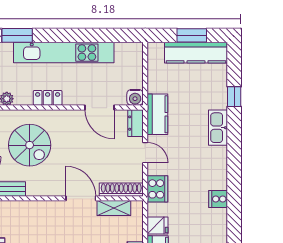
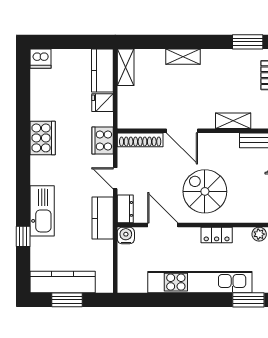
kitchen sink: (218, 128) -> (42, 211), width x1.36, depth x1.24
spiral stairs: (30, 145) -> (205, 191), moved
cooker: (218, 199) -> (43, 138), width x1.87, depth x1.31
shelving: (114, 208) -> (233, 121), moved

